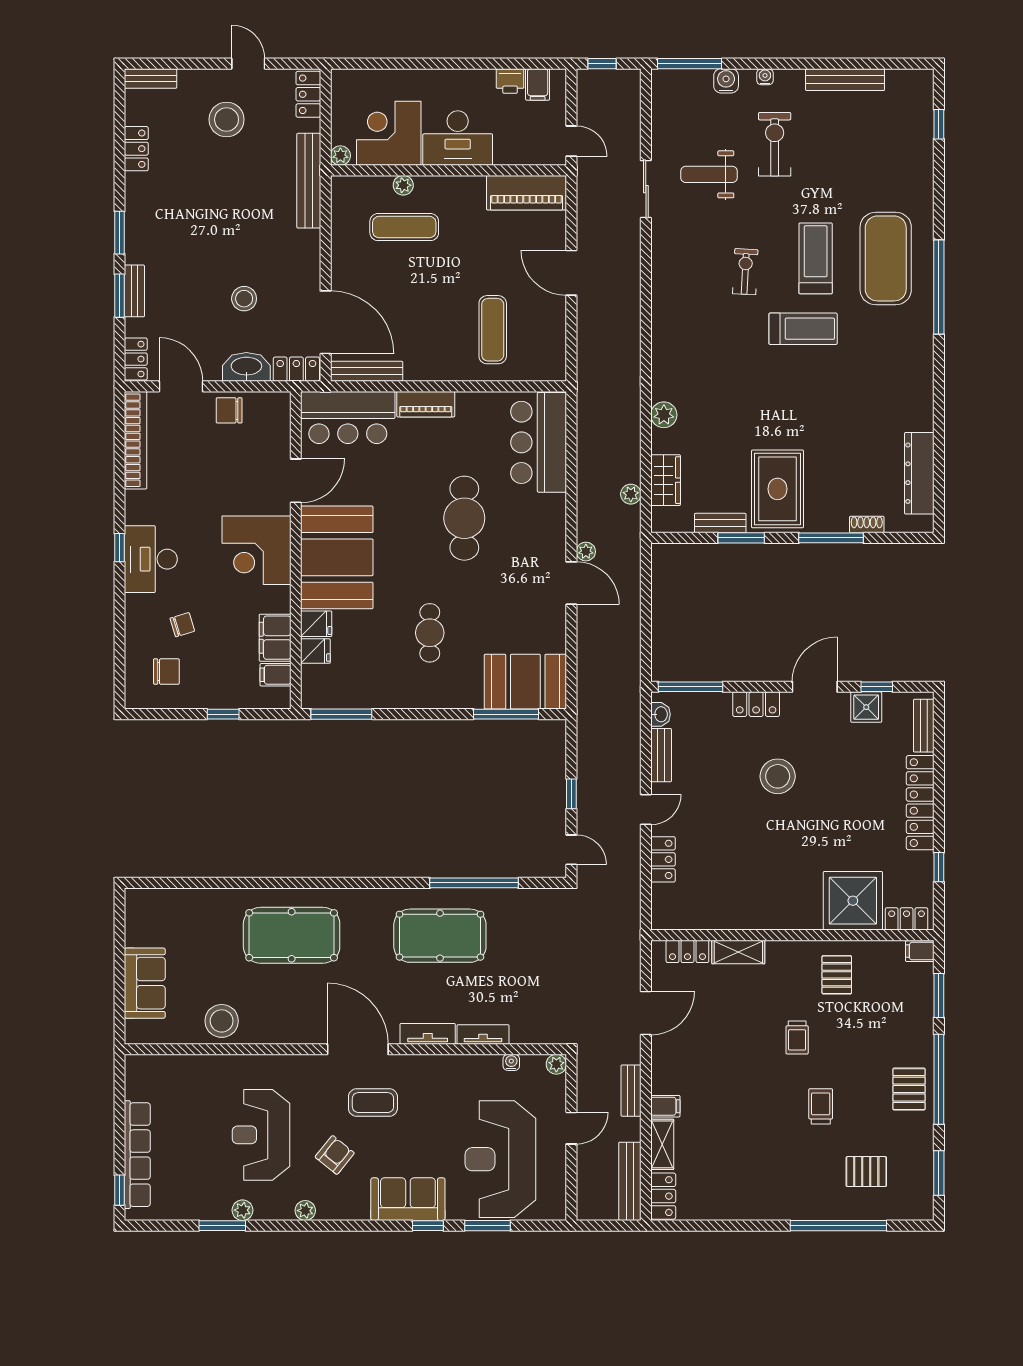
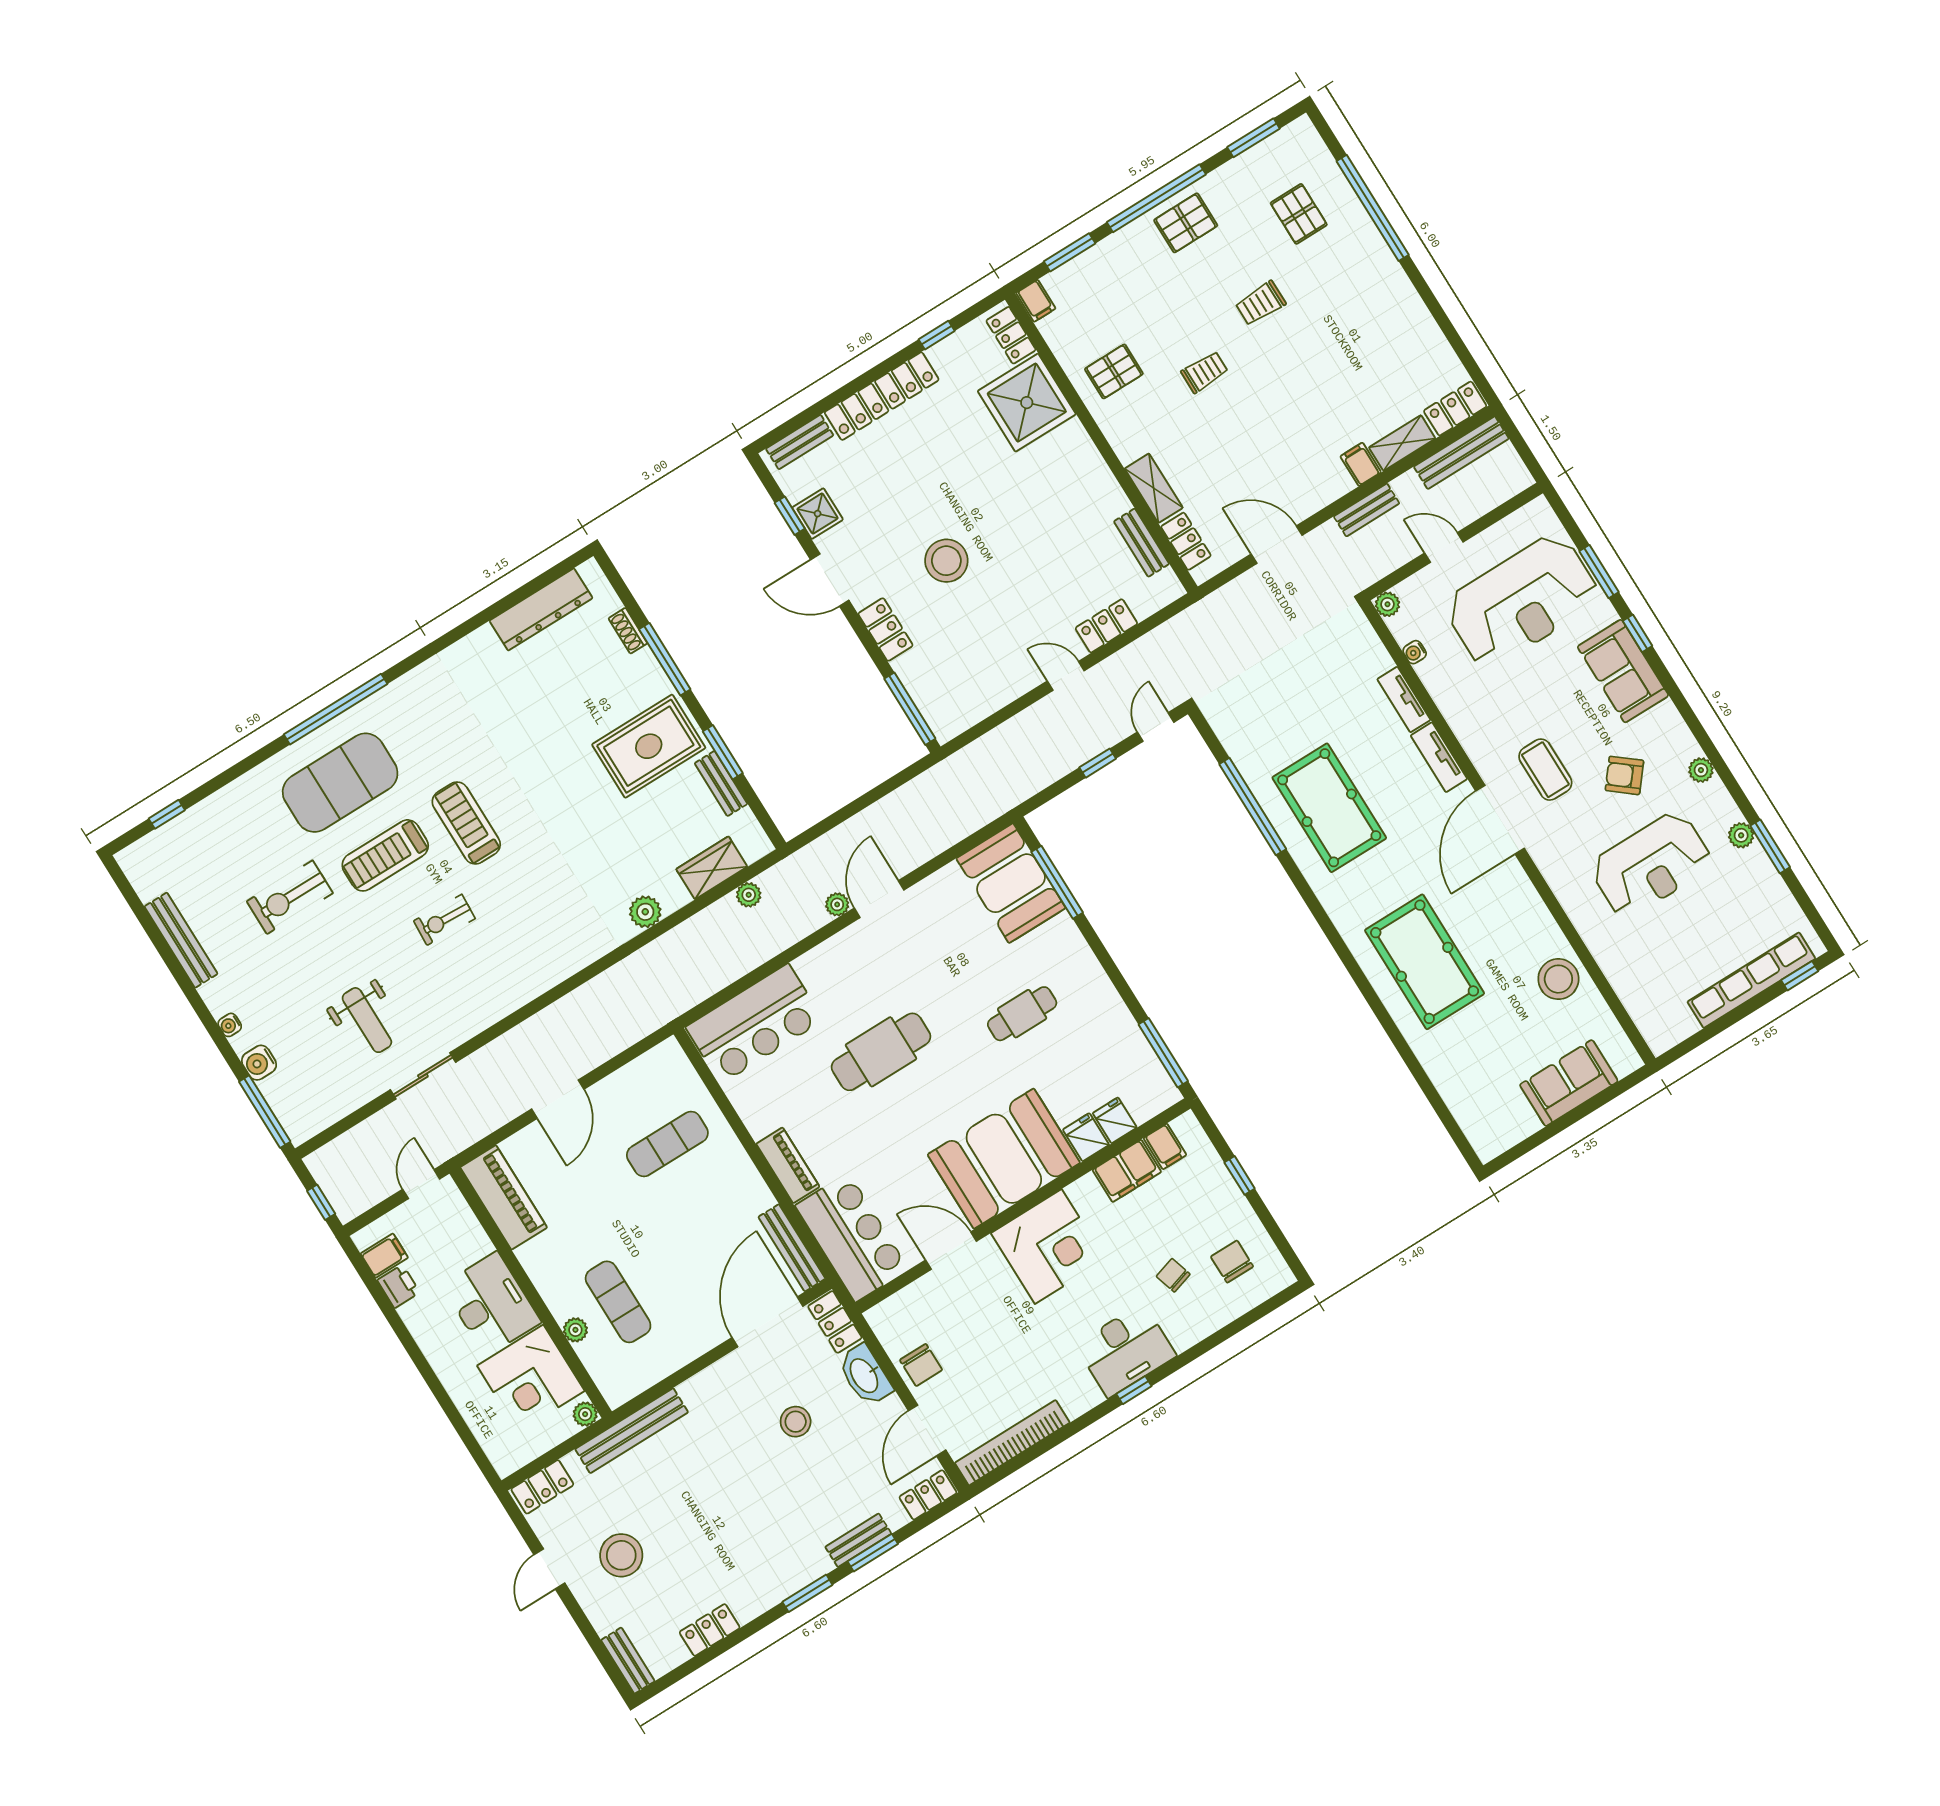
exercise bike: (775, 144) -> (290, 897), moved
washbasin: (661, 714) -> (958, 722), removed
bench: (661, 755) -> (1142, 543), moved, turned 90

